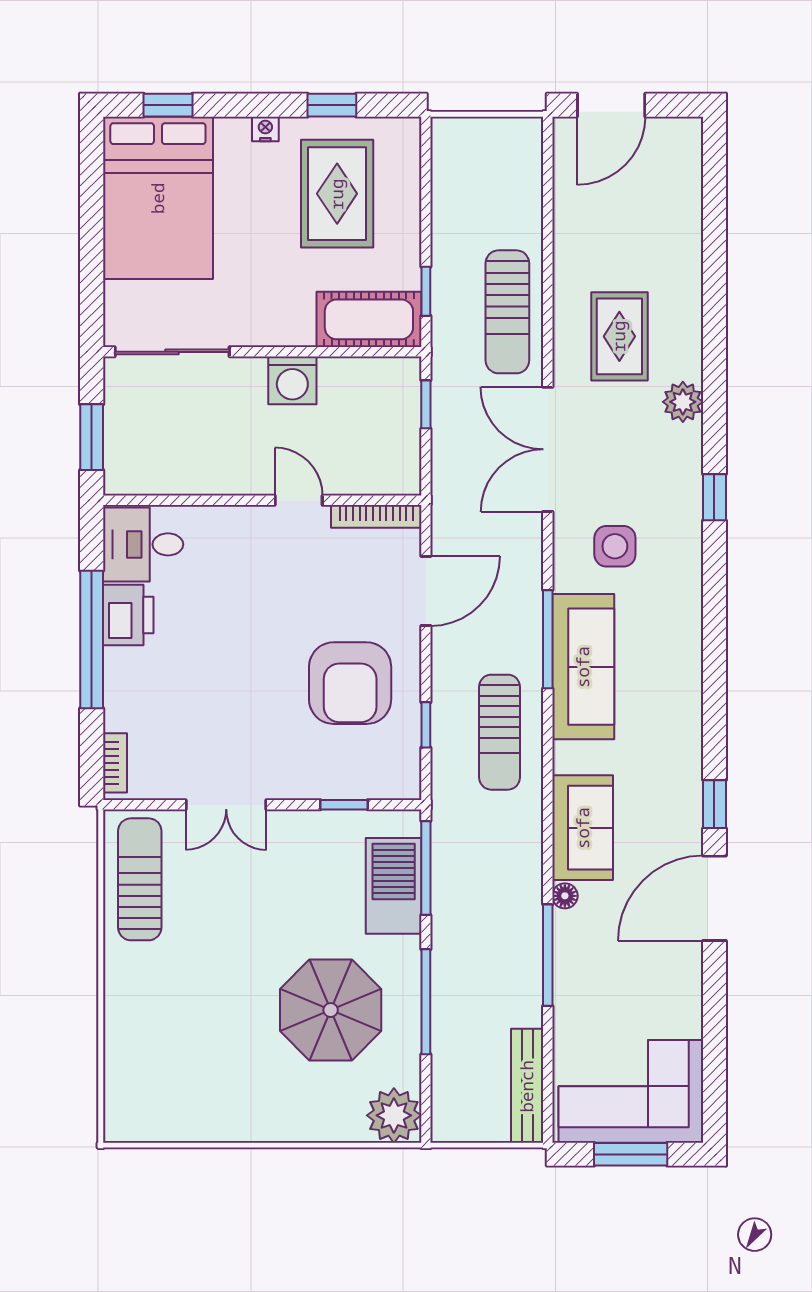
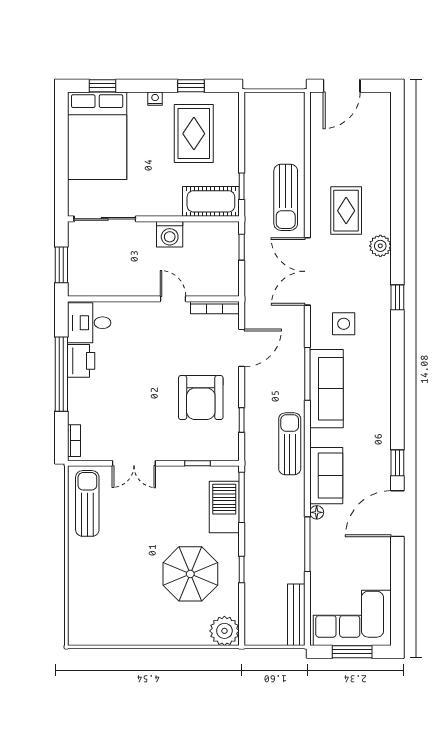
sun lounger: (500, 732) -> (290, 444), moved, turned 180
window: (426, 1002) -> (242, 569), width x0.46

